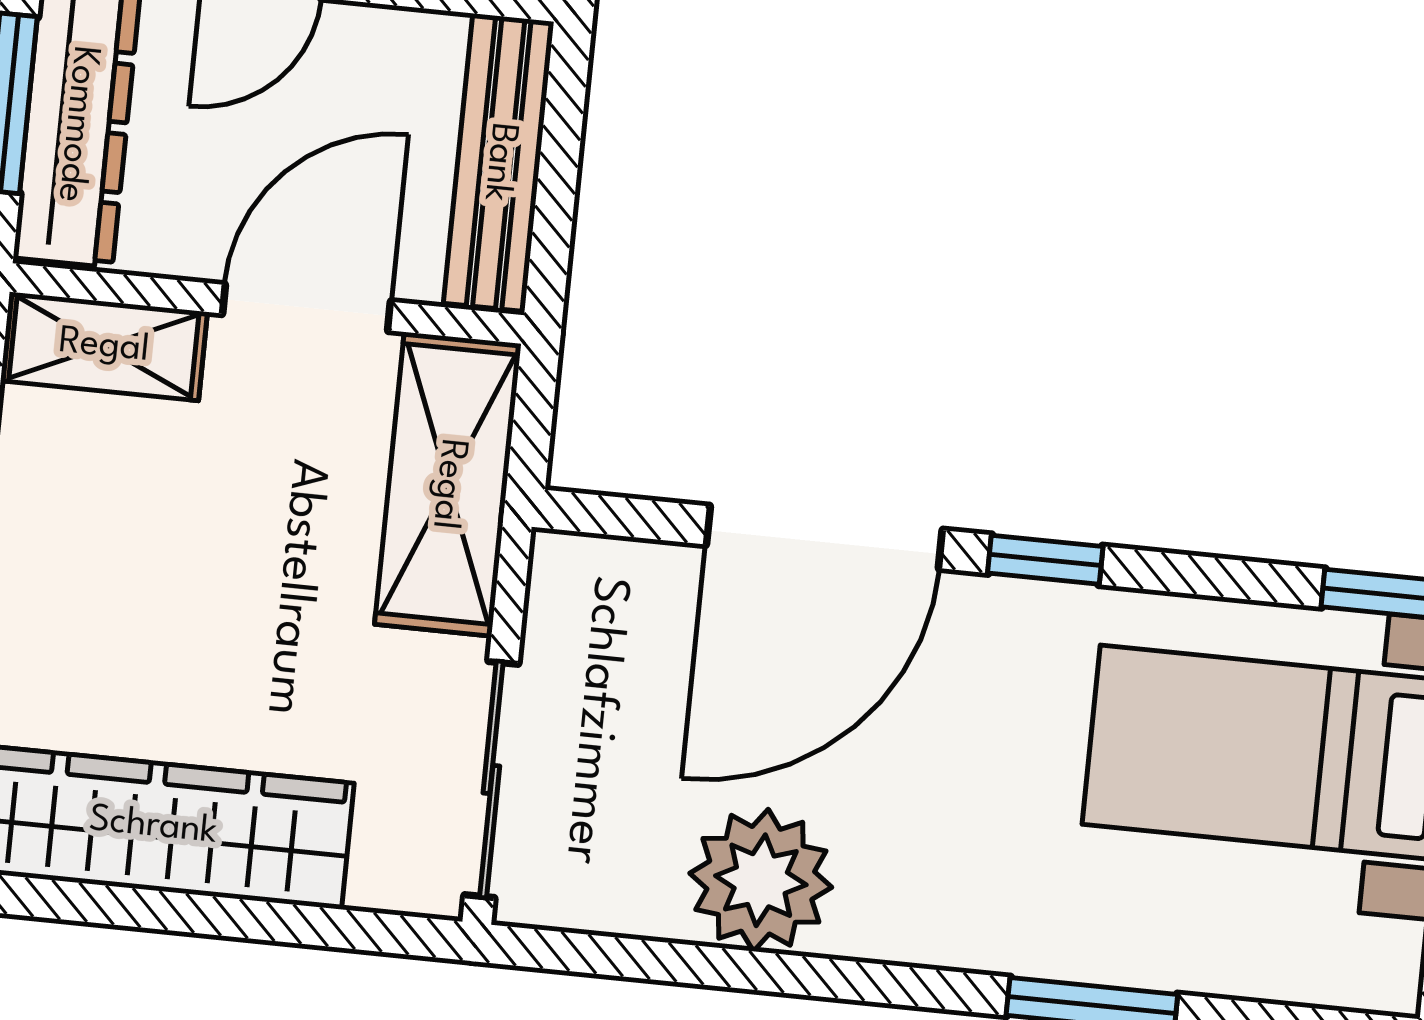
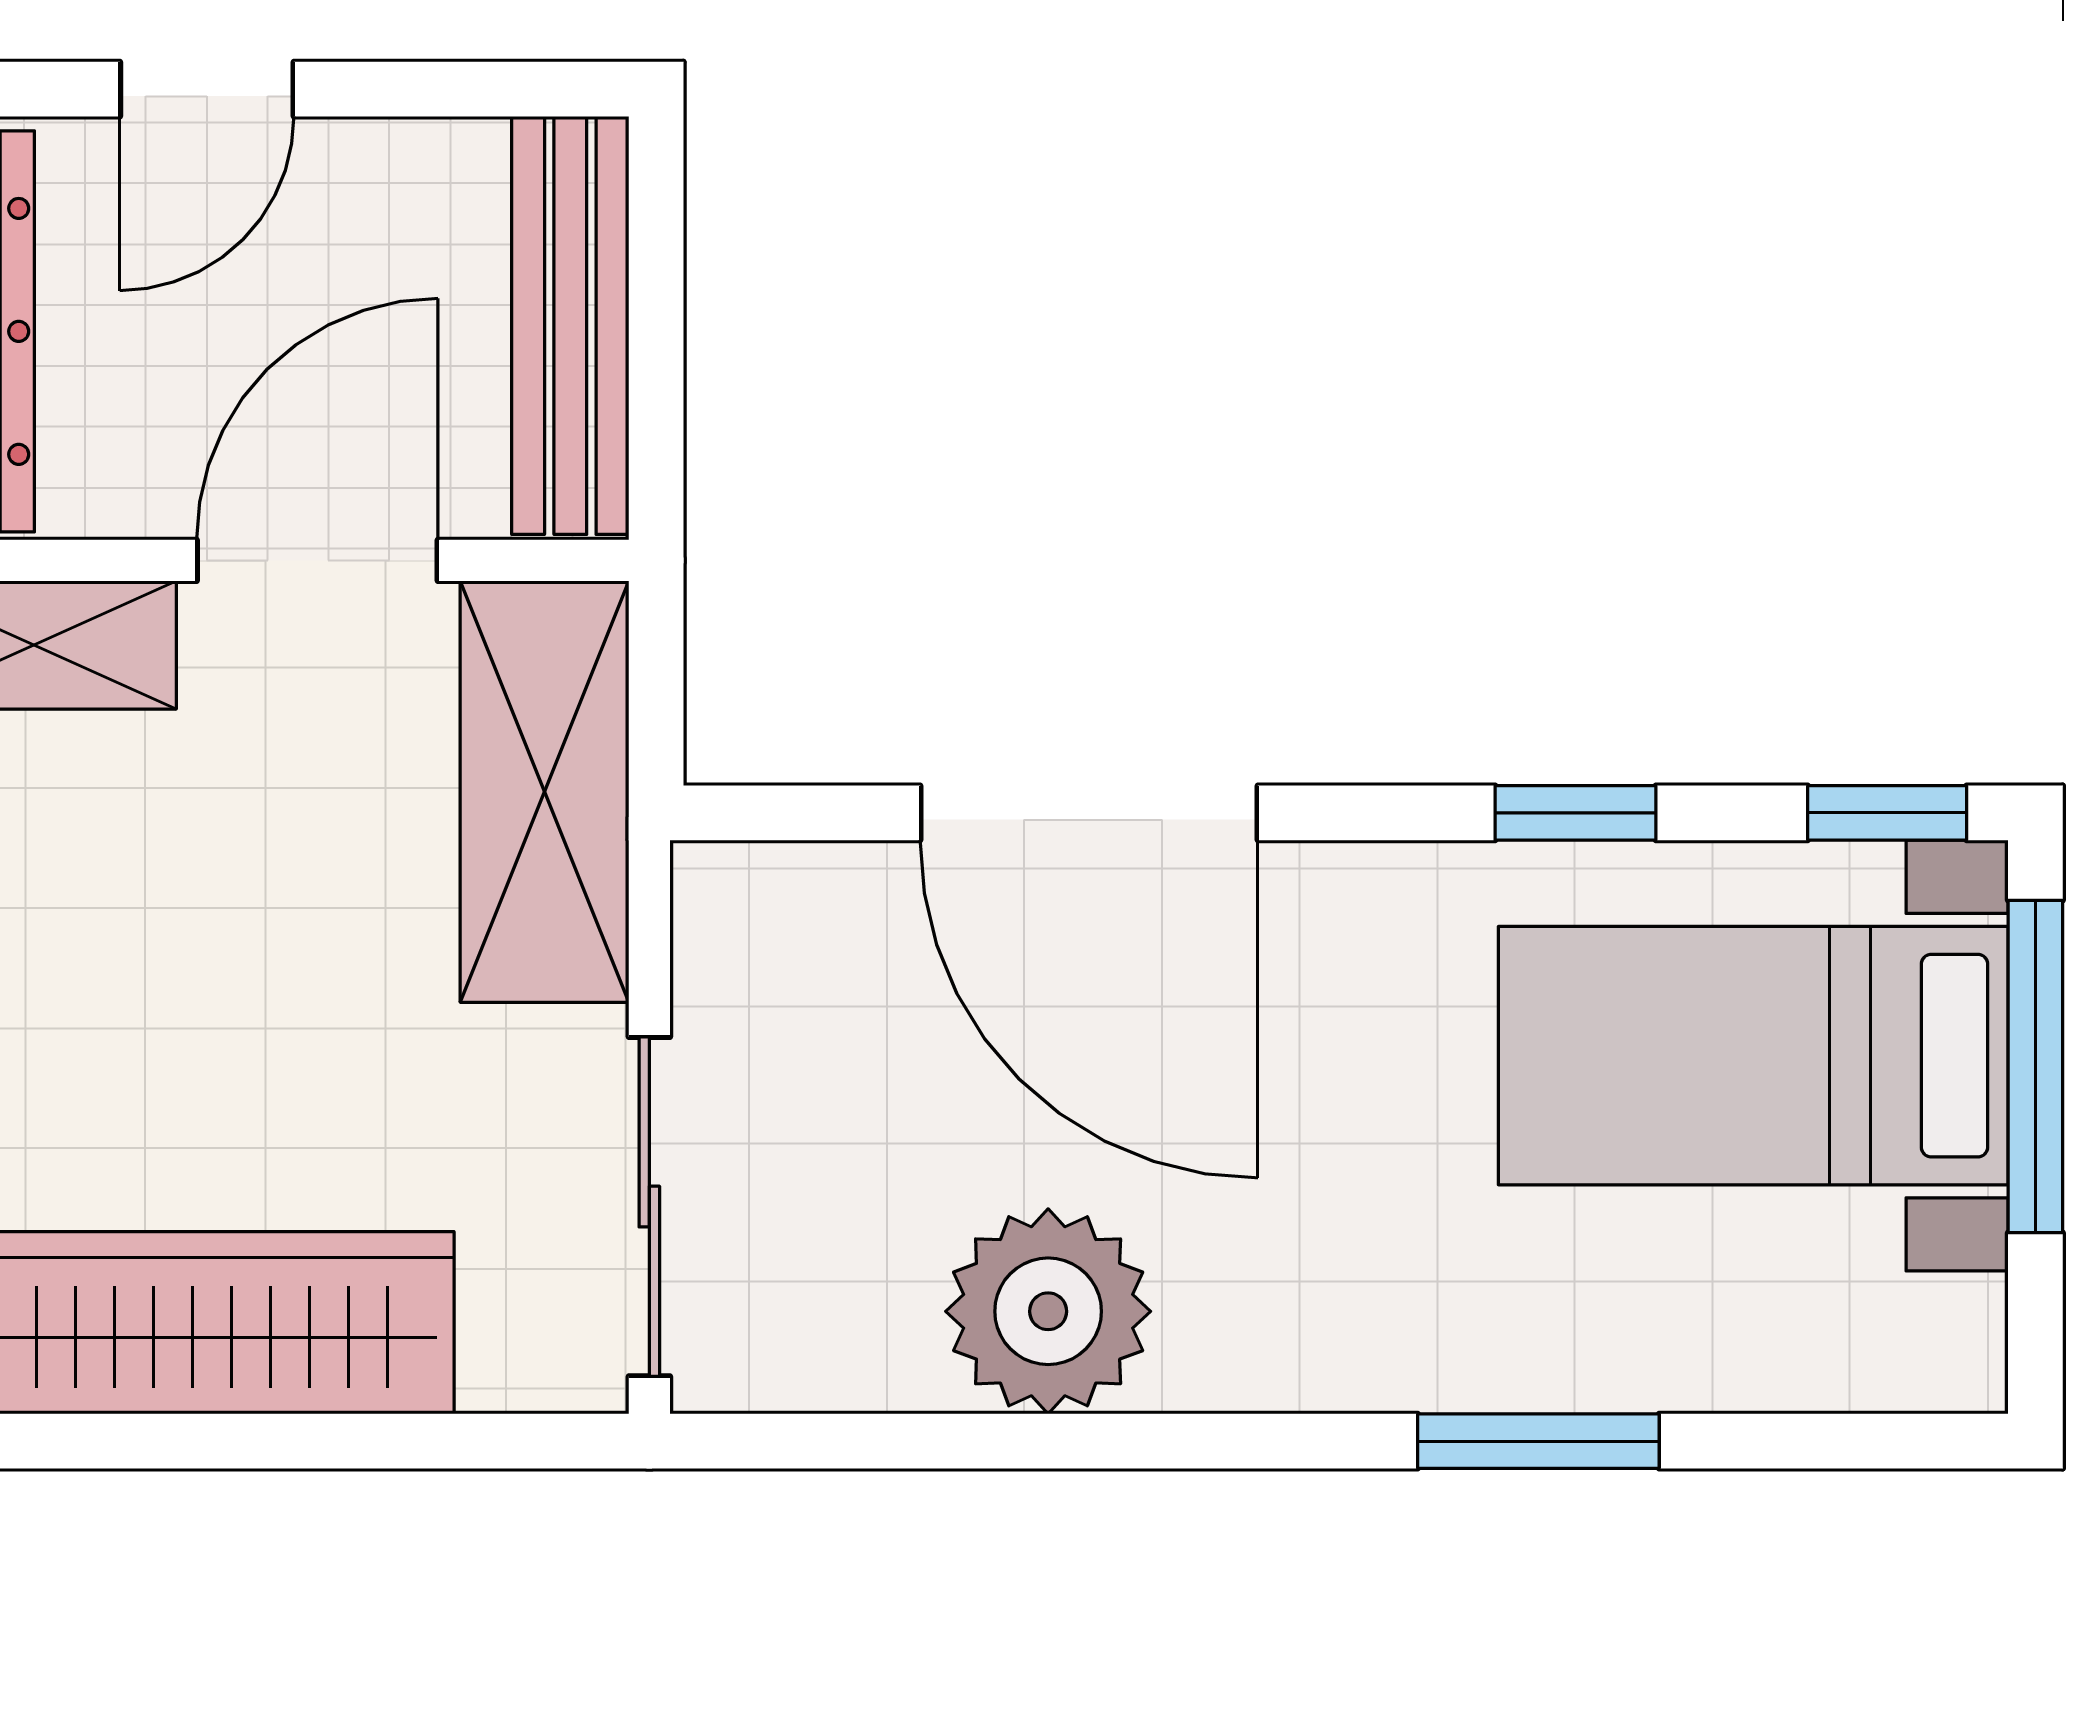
door: (824, 537) -> (1089, 813), hinge flipped
window: (1045, 560) -> (1575, 813), moved

